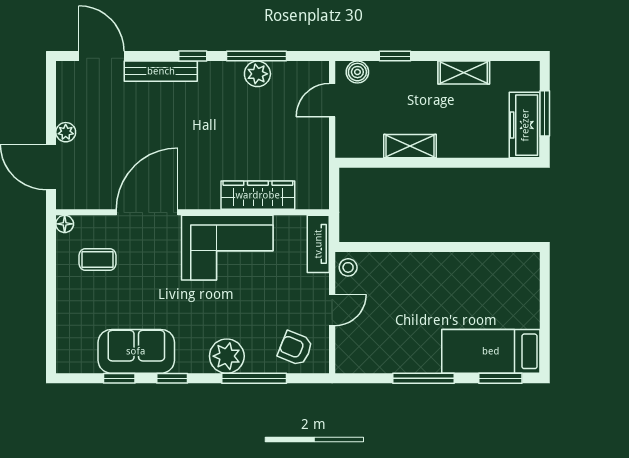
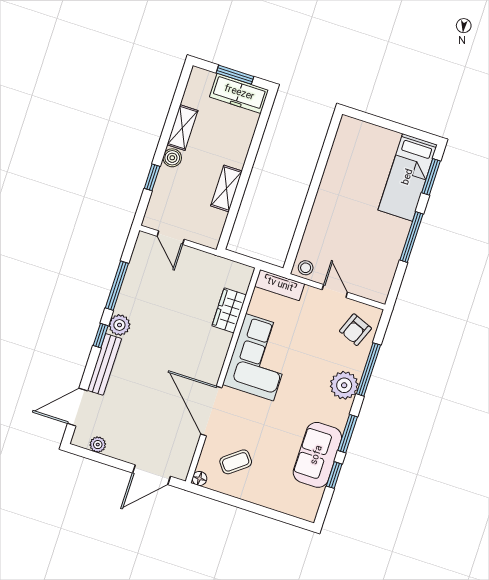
boiler: (357, 72) -> (172, 158), moved
plant: (257, 74) -> (119, 325), moved
plant: (66, 132) -> (98, 445), moved
wardrobe: (258, 195) -> (229, 310), width x0.67
coffee table: (98, 260) -> (236, 462), turned 52
window: (172, 378) -> (348, 434), width x1.50

